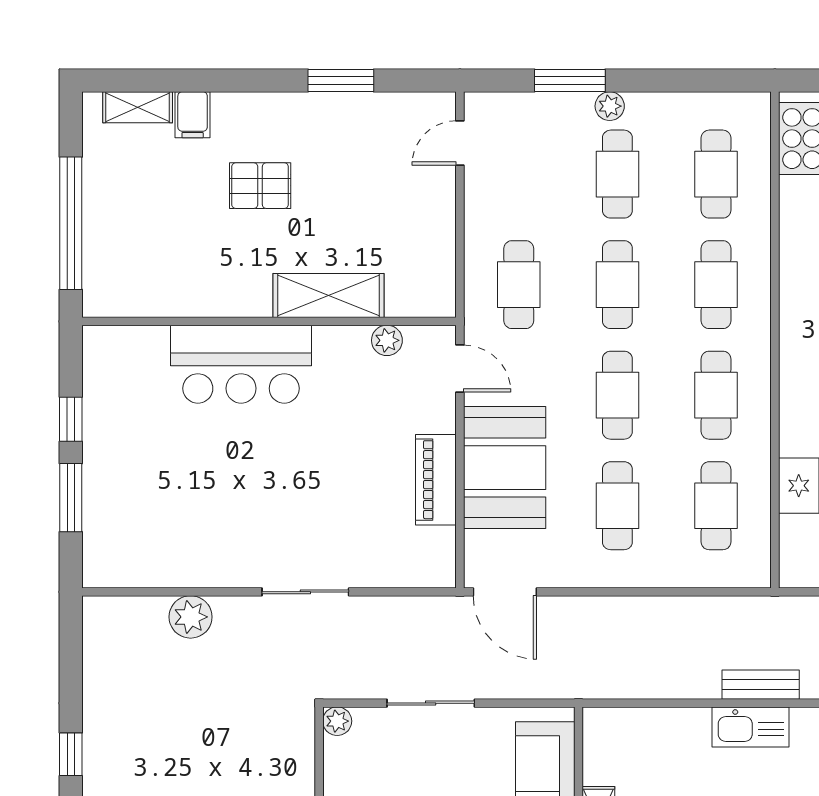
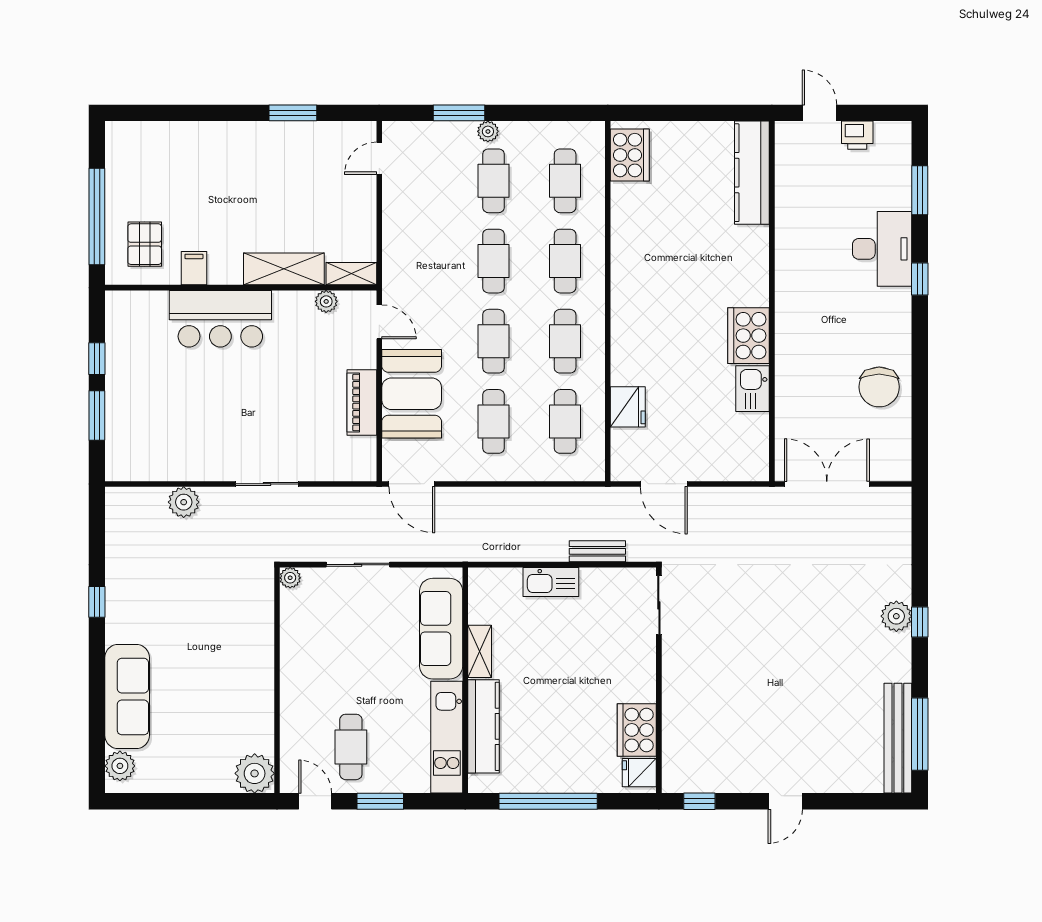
shelving: (138, 107) -> (351, 274), moved
filing cabinet: (193, 115) -> (194, 268), moved, turned 180
pallet: (260, 186) -> (145, 244), moved, turned 90
cafe table: (519, 285) -> (422, 261), removed
kitchen sink: (751, 727) -> (551, 582), moved

